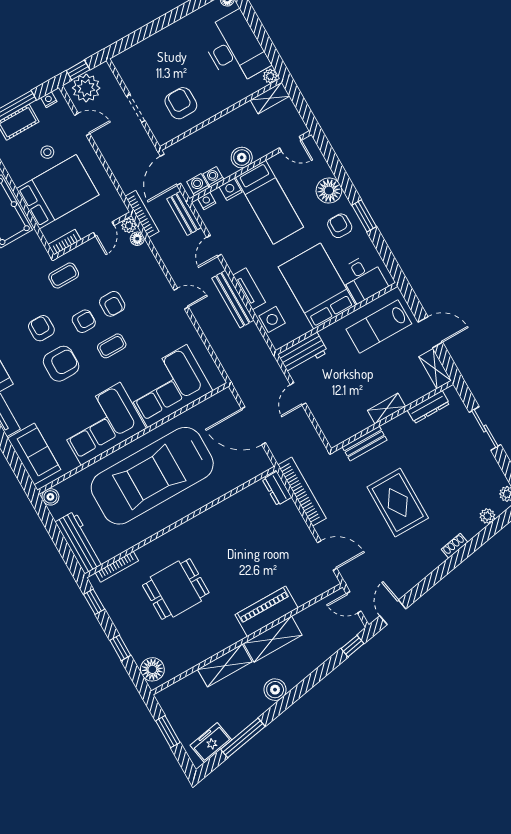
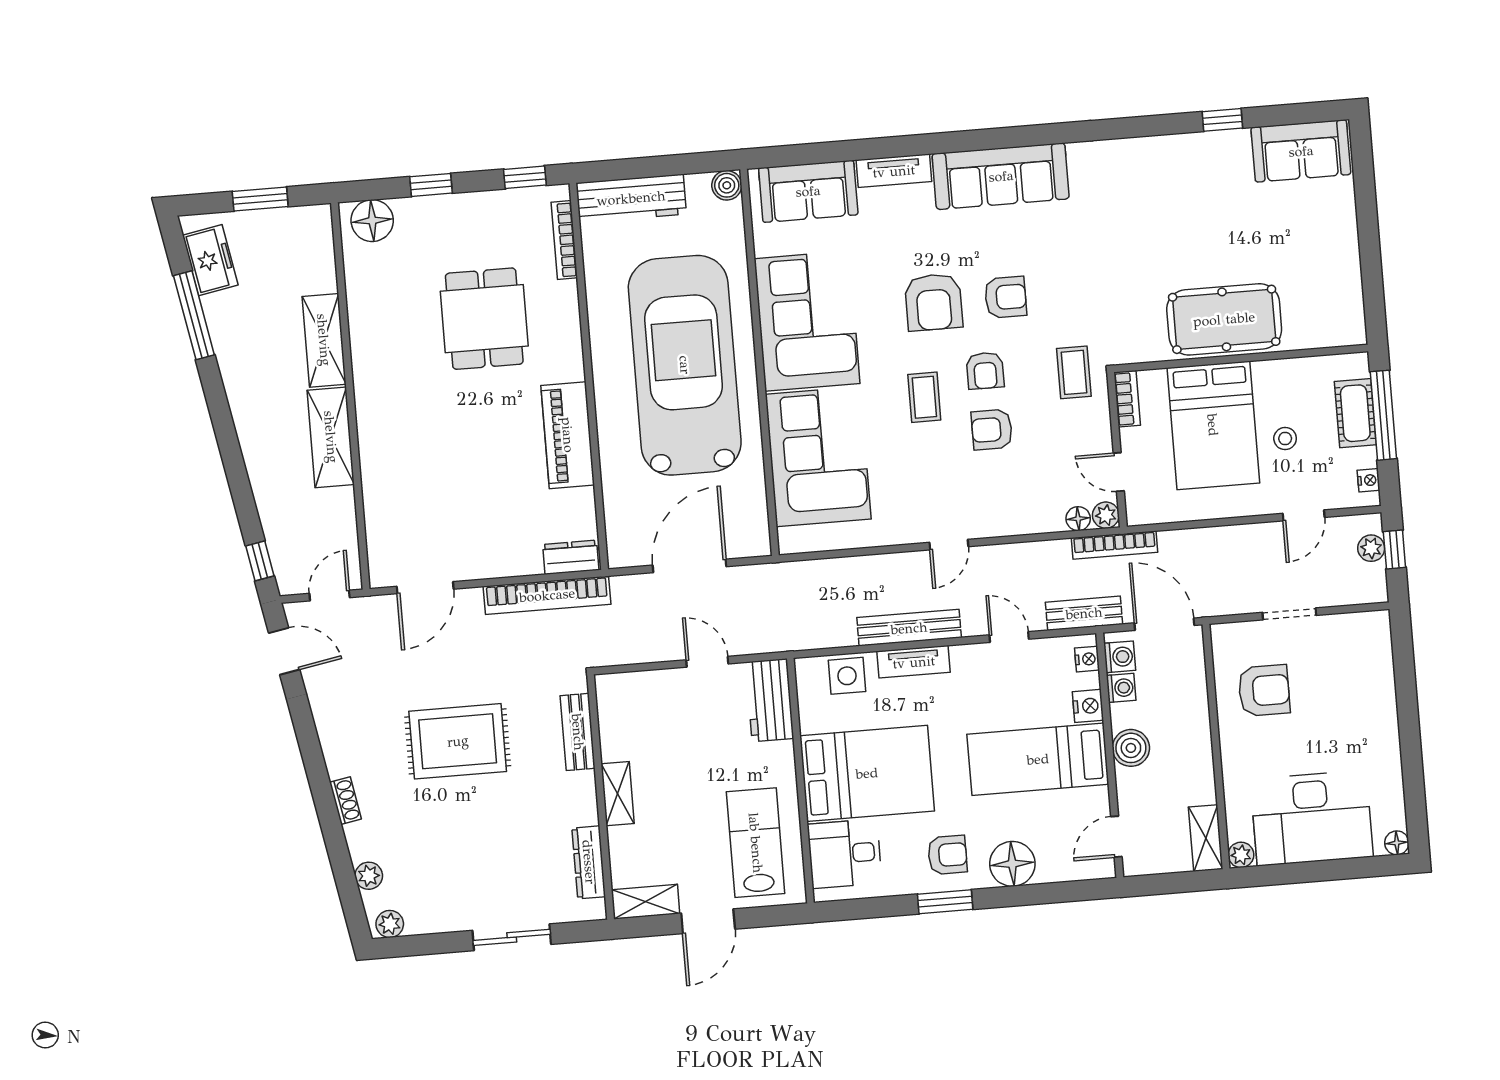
plant: (86, 88) -> (1371, 548), width x0.53, depth x0.53
piano: (266, 611) -> (568, 435), moved, turned 180
boiler: (275, 690) -> (248, 403), removed

